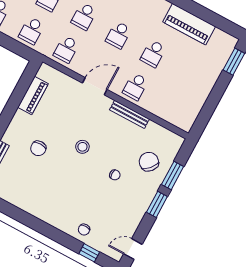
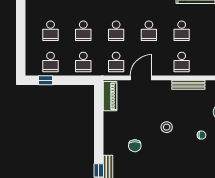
door: (95, 86) -> (141, 78), moved
piano: (33, 96) -> (110, 96), moved

